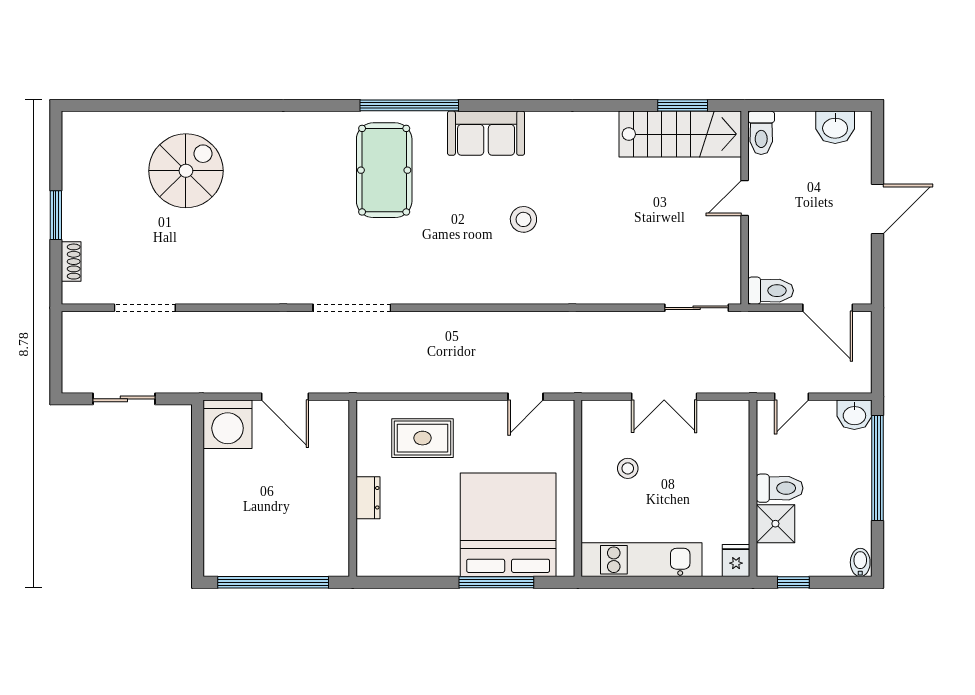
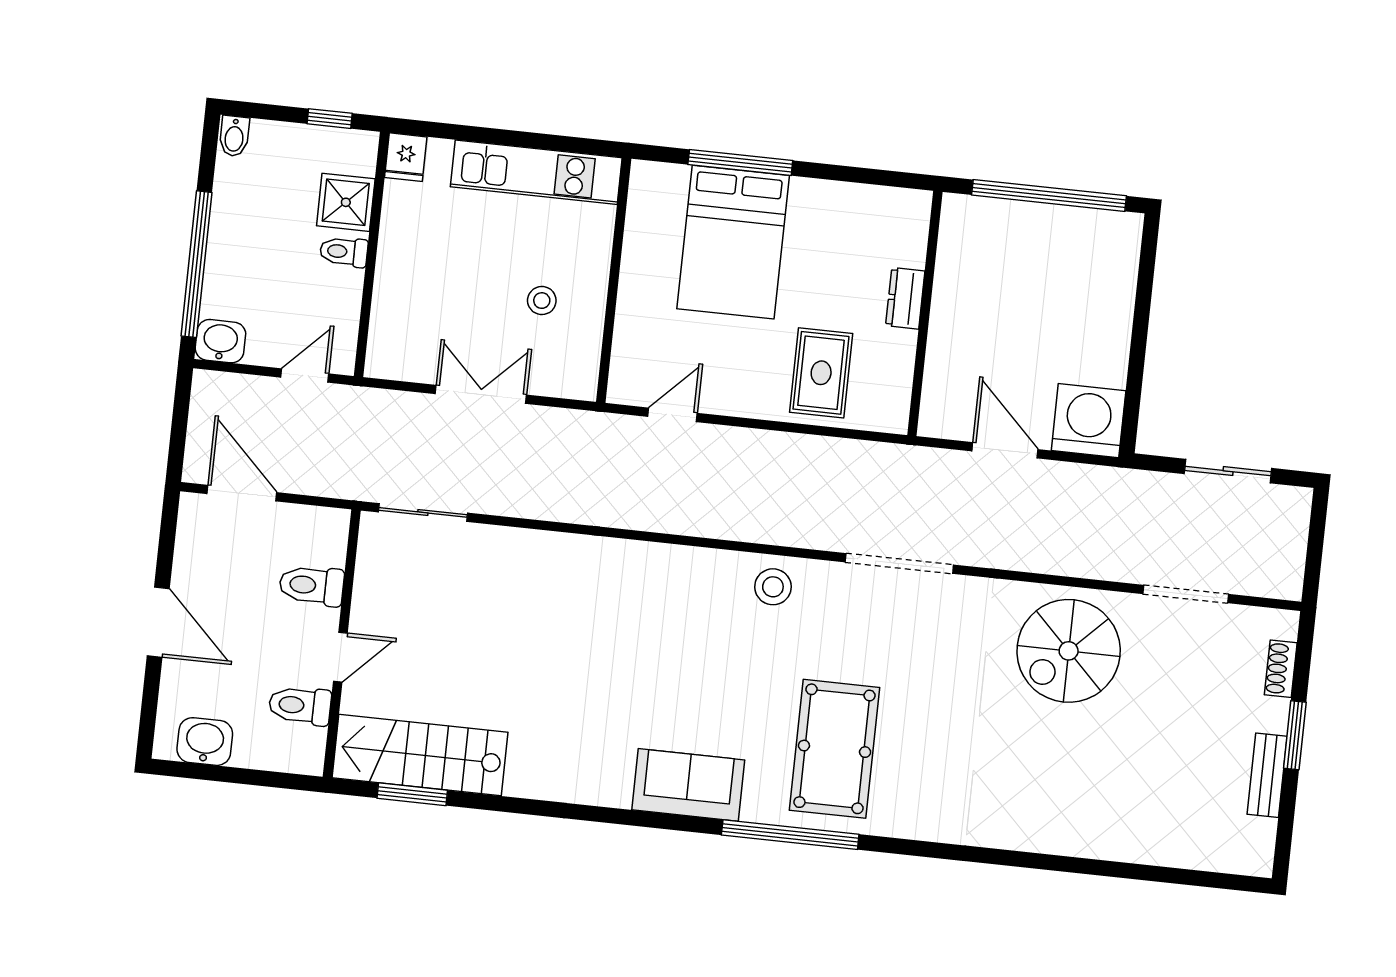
toilet: (761, 133) -> (300, 706), moved, turned -90
spiral stairs: (186, 171) -> (1069, 651), moved
bench: (73, 184) -> (1267, 775), added
door: (877, 209) -> (158, 622), swing flipped
stool: (523, 219) -> (773, 587), moved
toilet: (771, 291) -> (312, 585), moved
rug: (422, 438) -> (821, 373), turned 90
toilet: (780, 488) -> (344, 252), width x0.73, depth x0.72
bed: (508, 525) -> (733, 242), width x0.73

